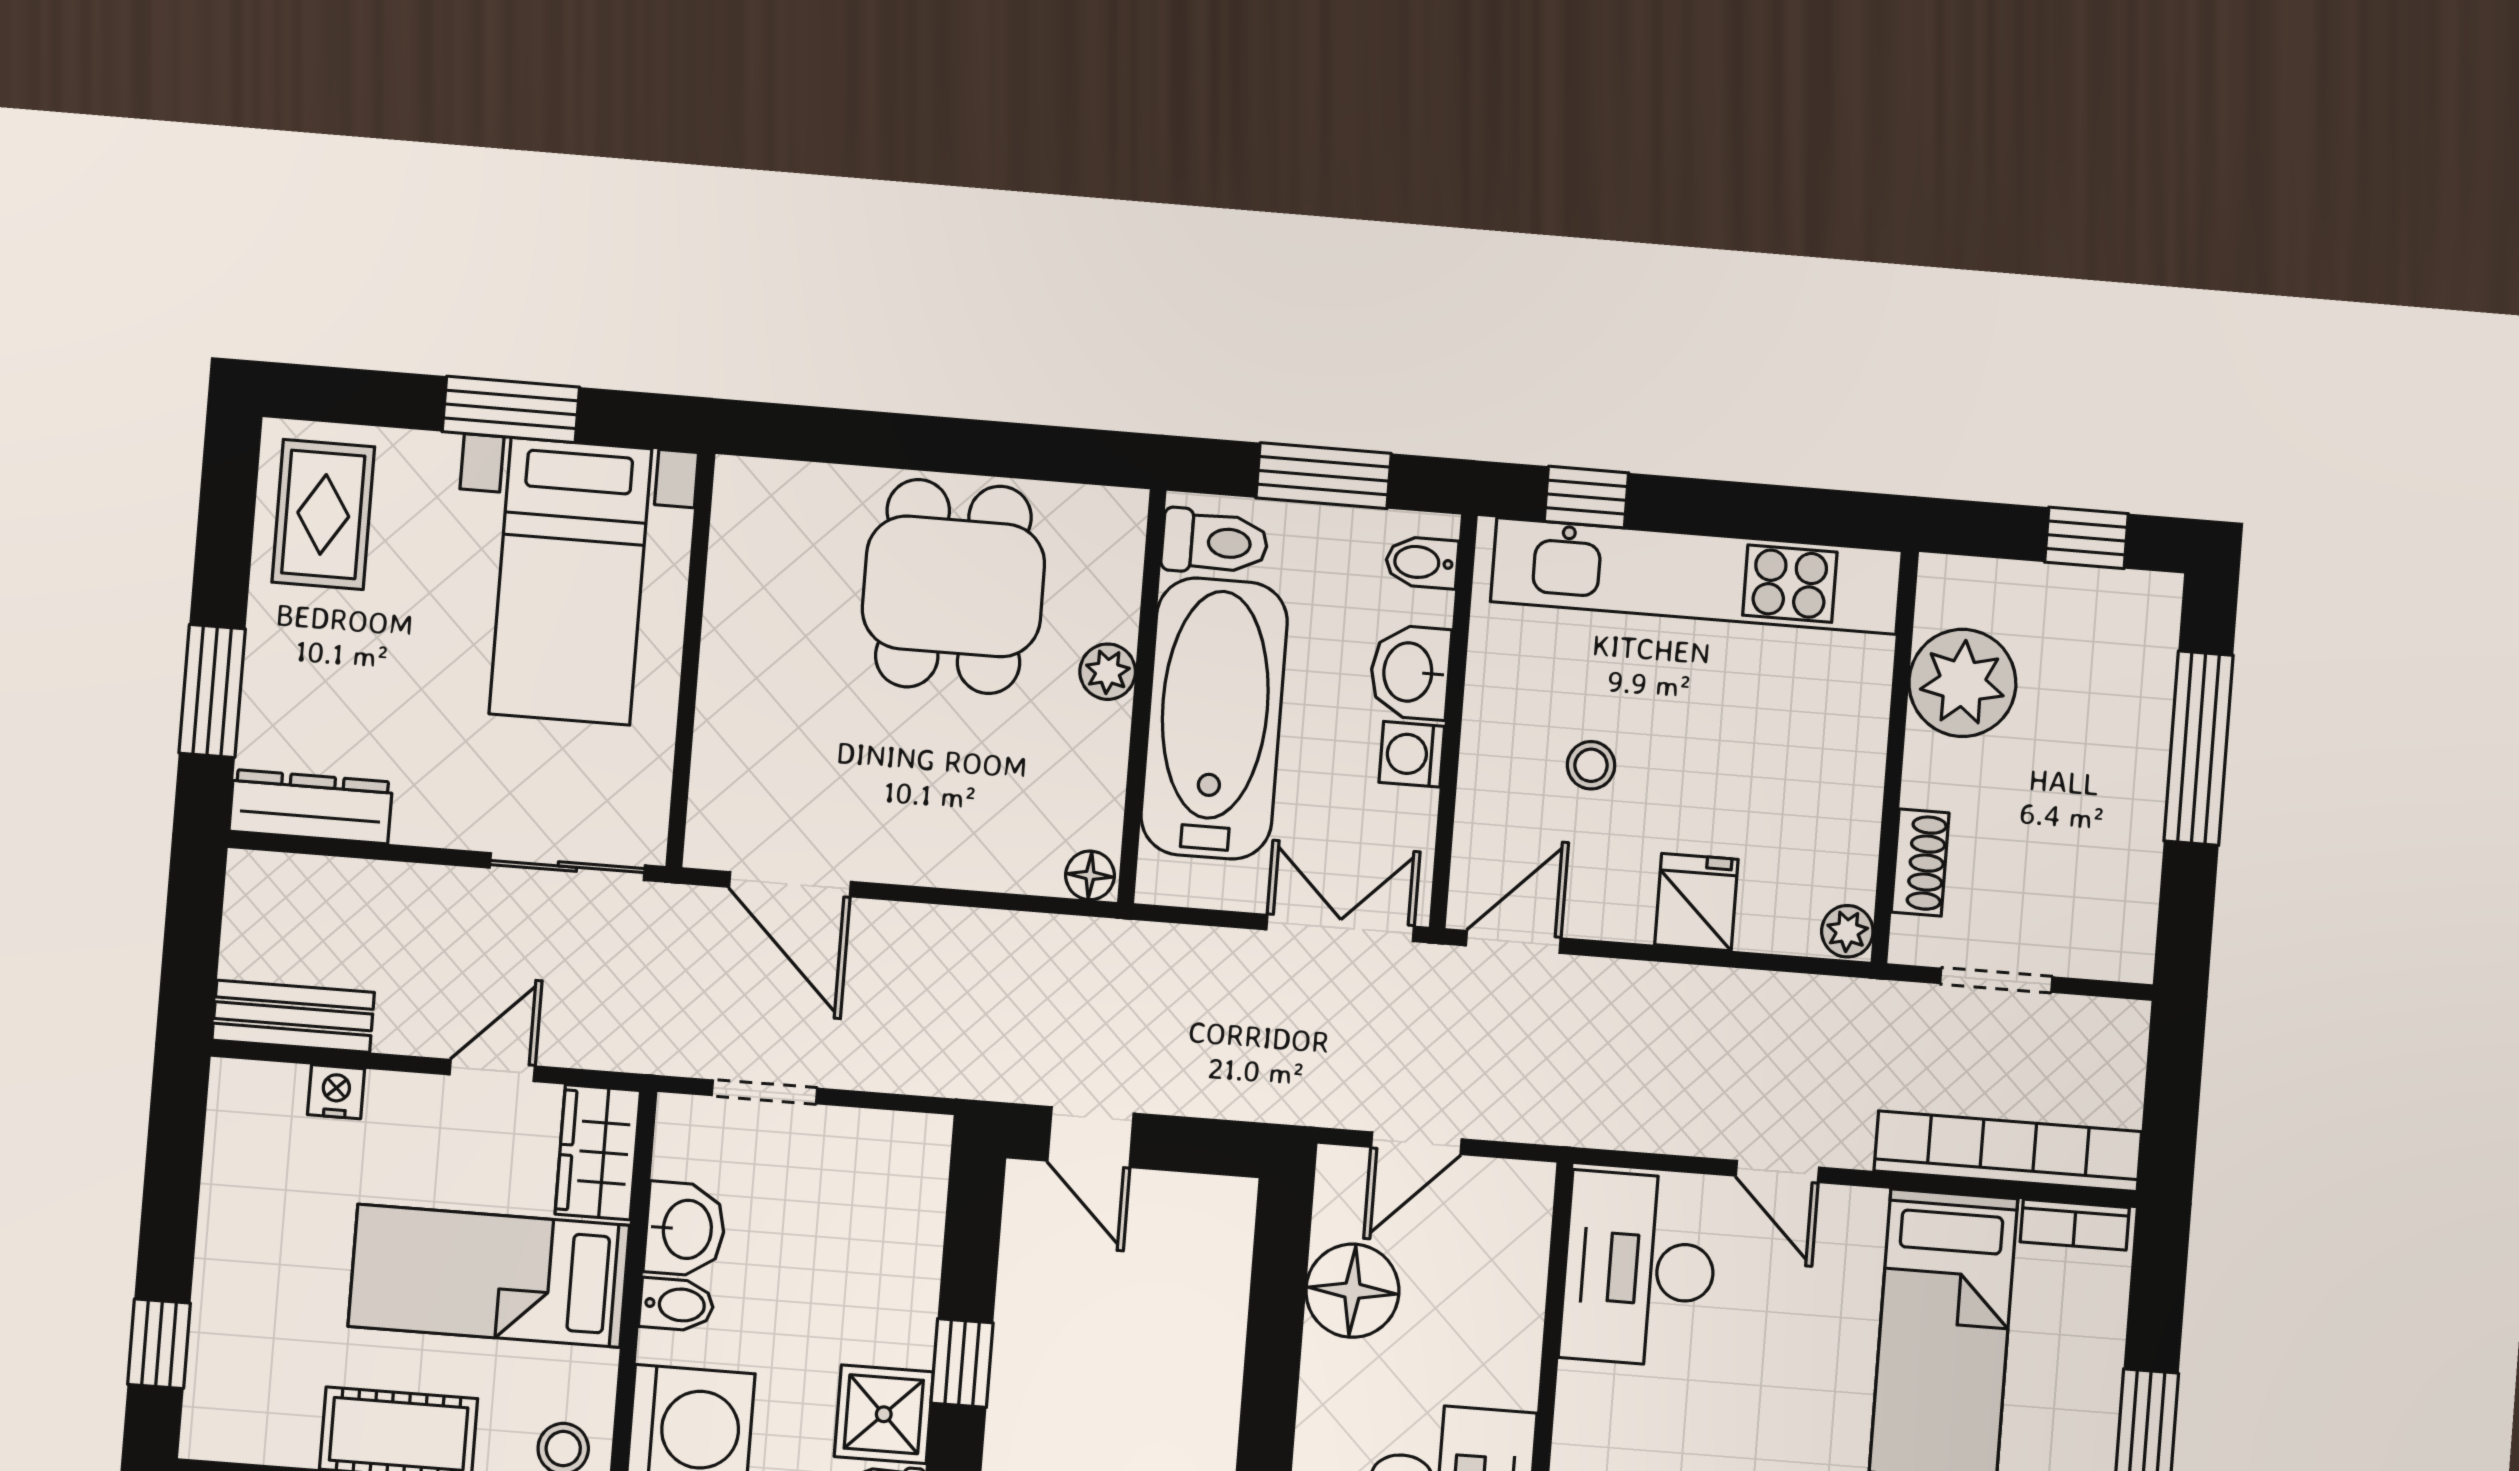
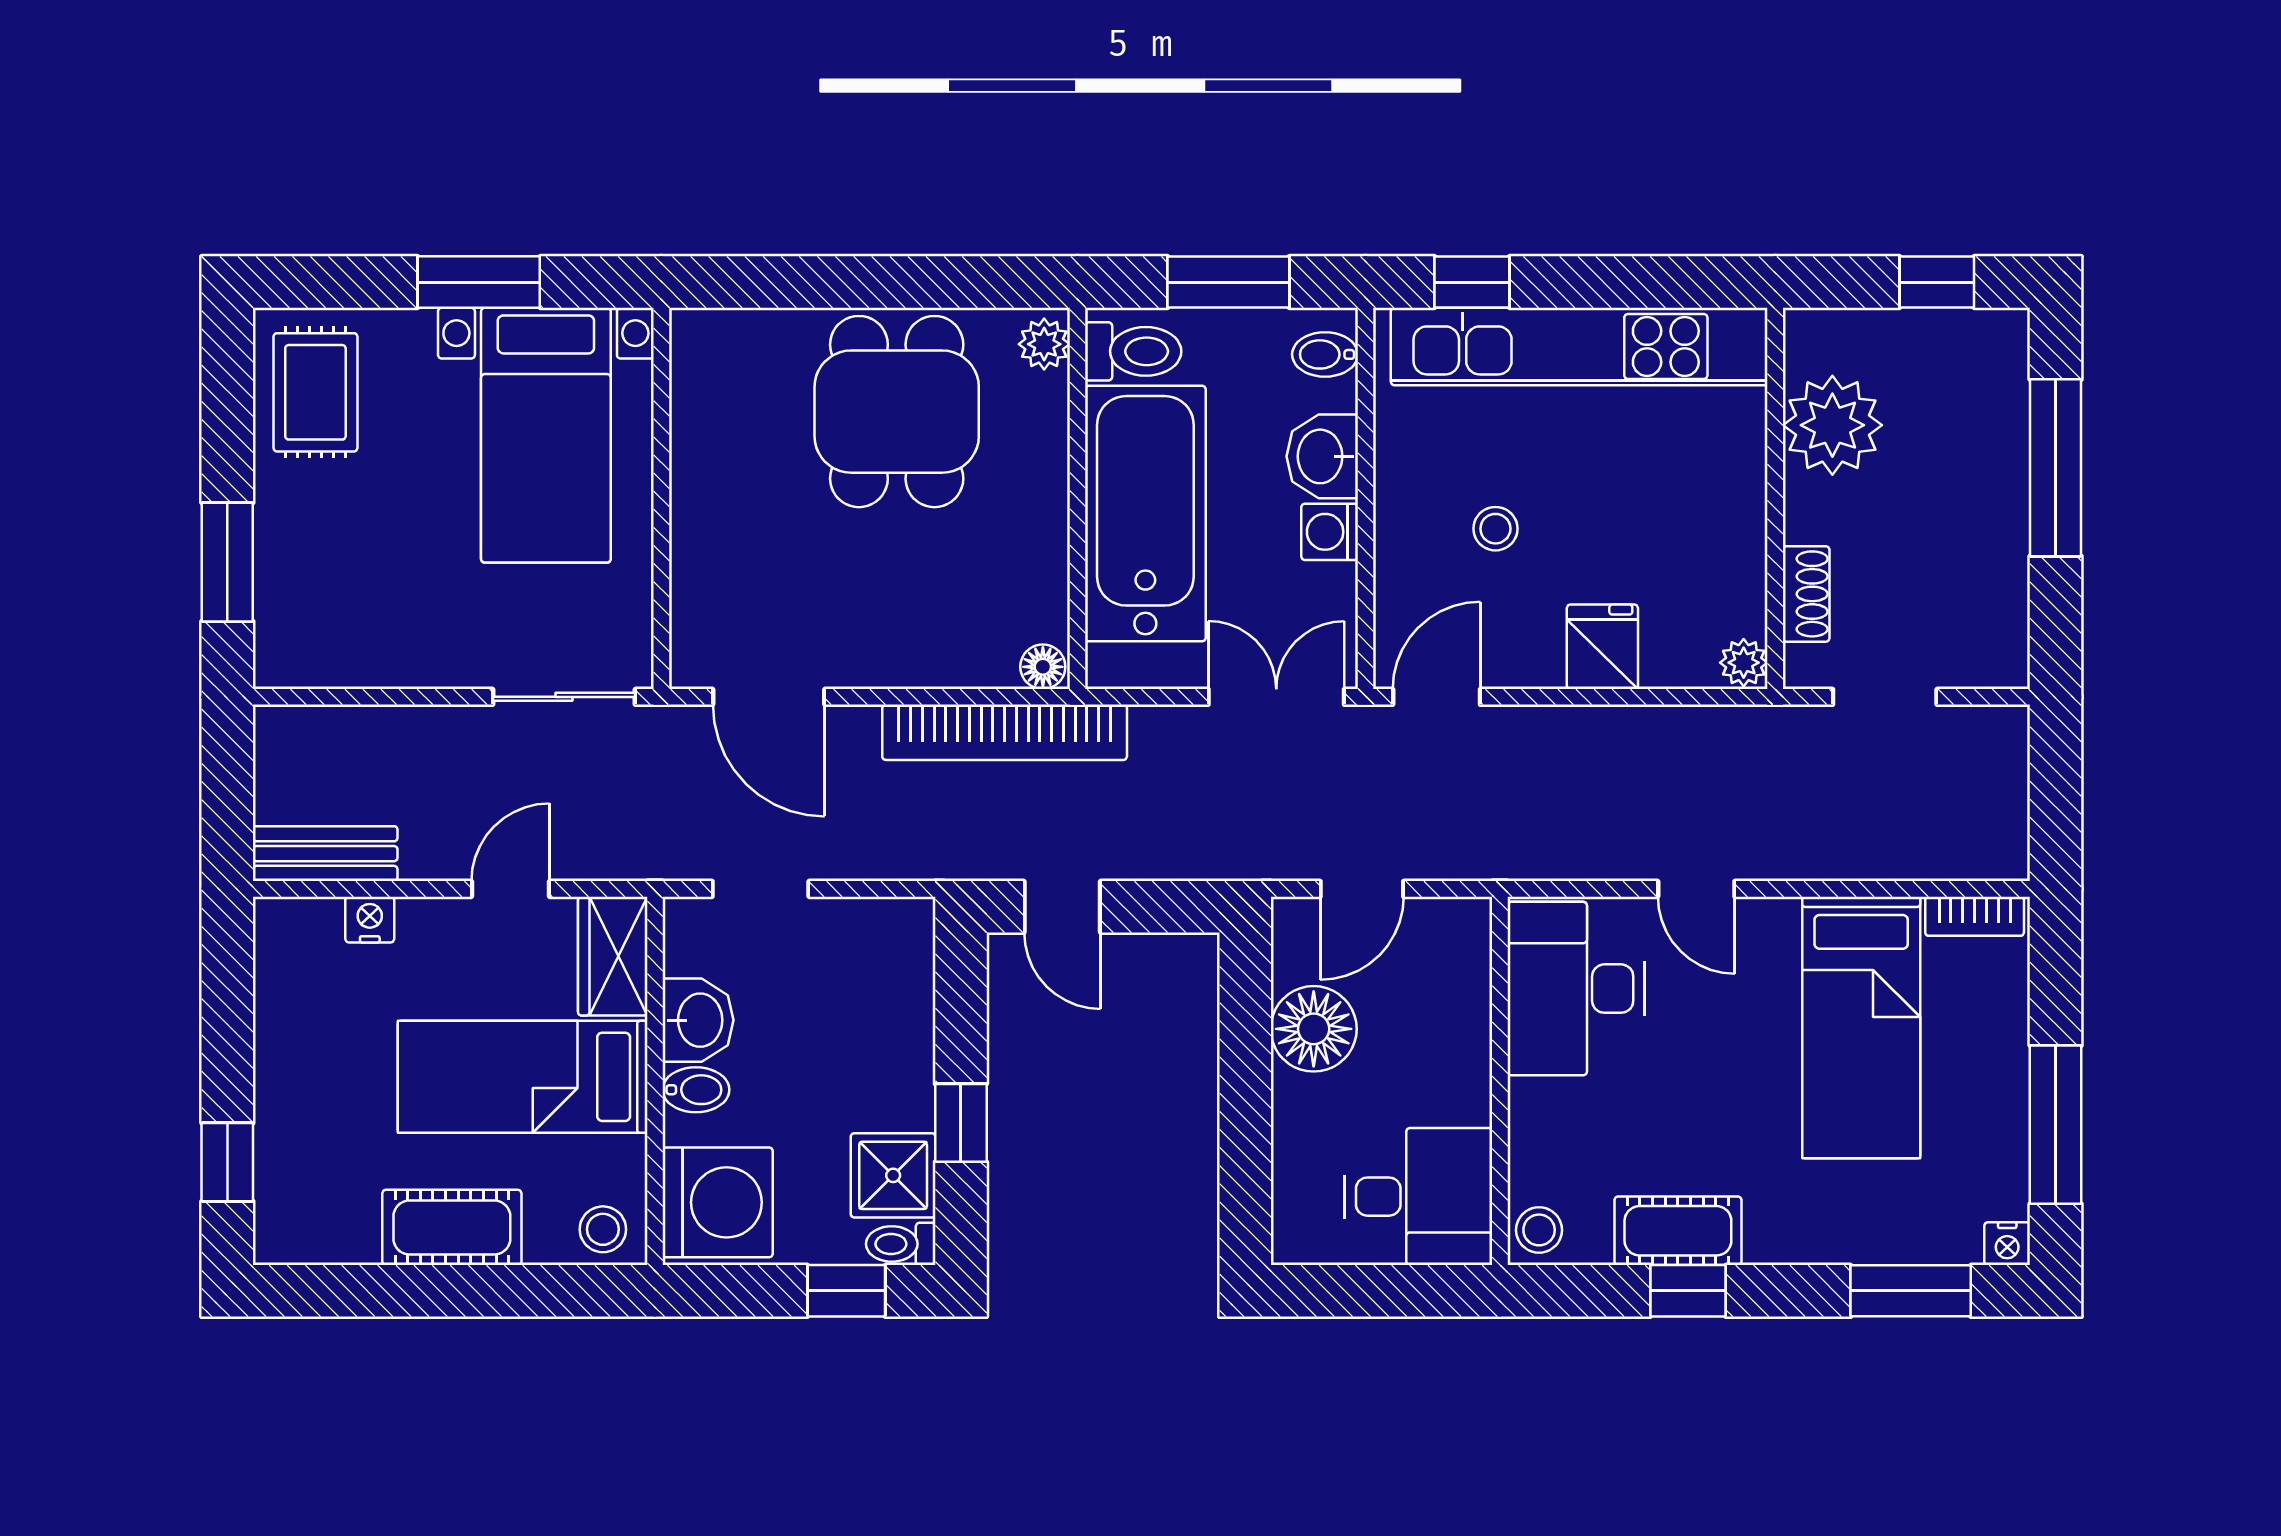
plant: (1108, 672) -> (1044, 344), moved
dresser: (311, 807) -> (326, 661), removed
bookcase: (2008, 1151) -> (1005, 732), moved, turned 180

